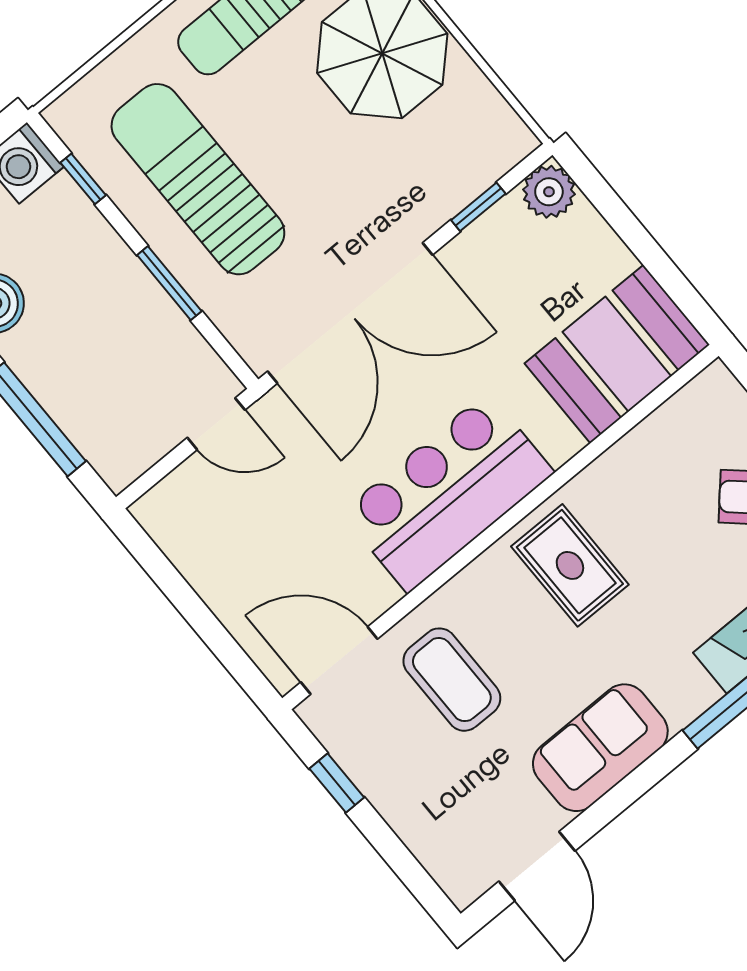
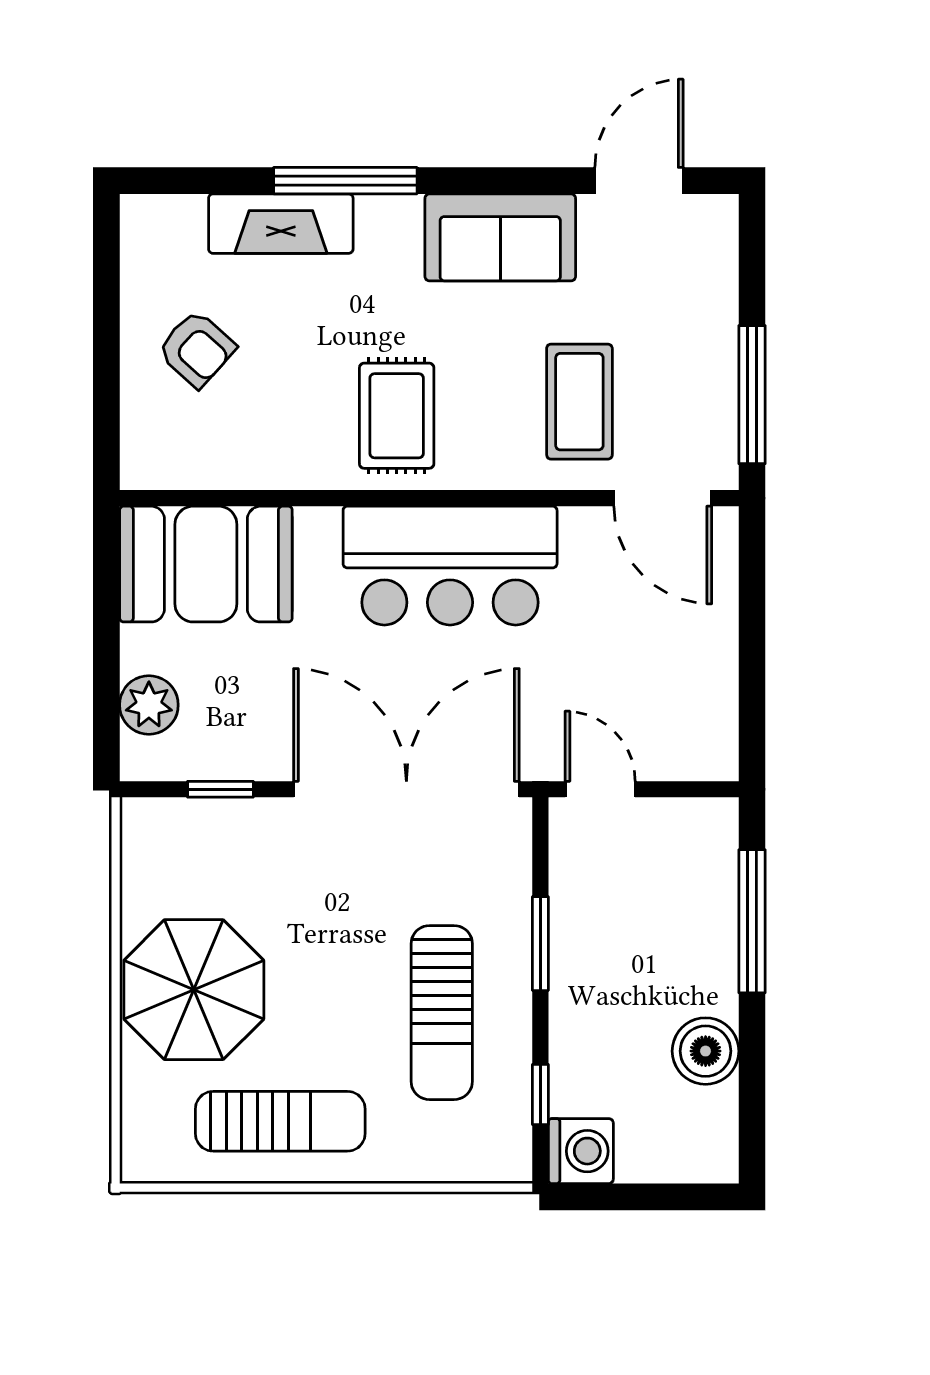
sun lounger: (198, 179) -> (442, 1013), width x0.73, depth x0.75
plant: (549, 192) -> (149, 705), moved
window: (337, 783) -> (752, 395), width x2.17

